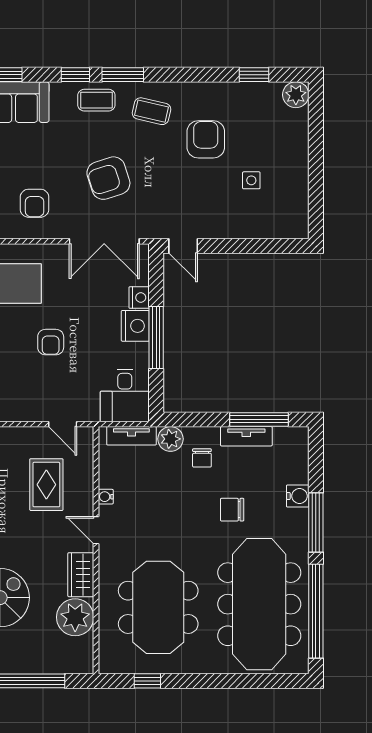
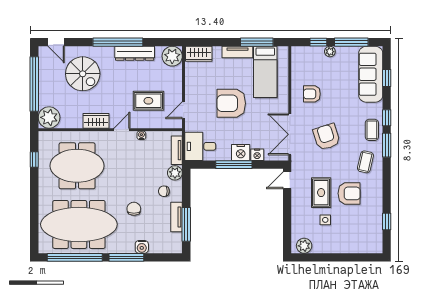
plant: (296, 95) -> (304, 246), moved
rug: (204, 188) -> (321, 193), added
armchair: (51, 342) -> (231, 103), width x1.88, depth x1.88
plant: (75, 617) -> (49, 117), moved

